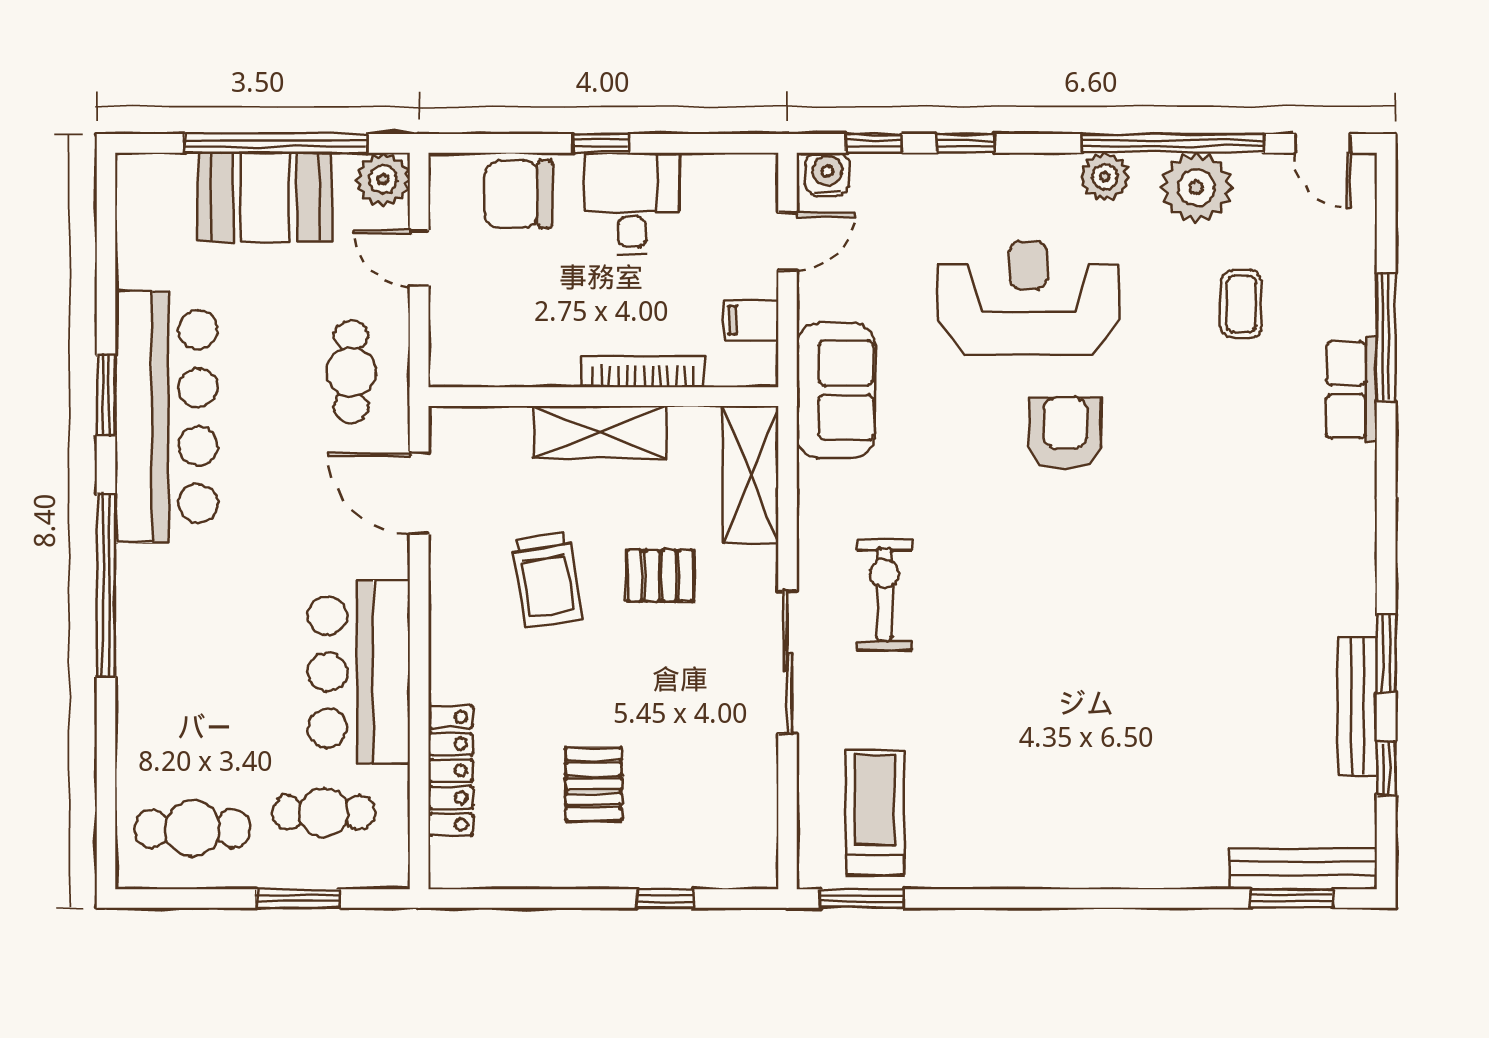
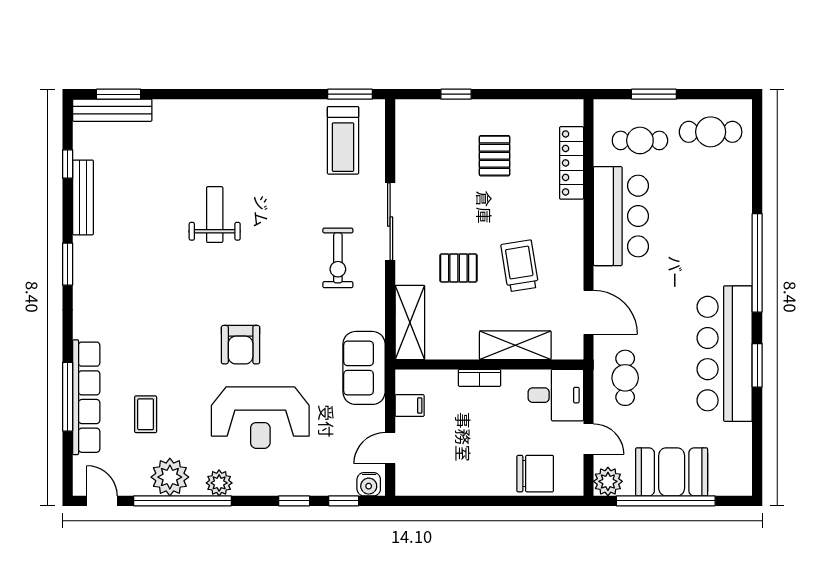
window: (601, 143) -> (491, 501), removed
desk: (632, 204) -> (556, 395), moved, turned -90
bookcase: (643, 372) -> (480, 378), width x0.64
row of seats: (1352, 390) -> (86, 397), width x2.02
shelving: (600, 432) -> (515, 345), moved
window: (1386, 654) -> (68, 264), moved
weight bench: (1113, 675) -> (215, 215), added

